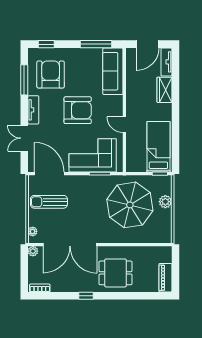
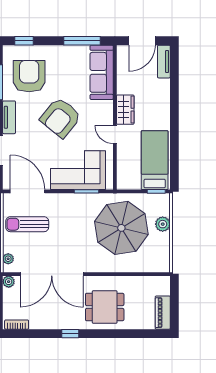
wardrobe: (164, 90) -> (125, 110), moved, turned 180
armchair: (78, 110) -> (61, 118), turned 129

